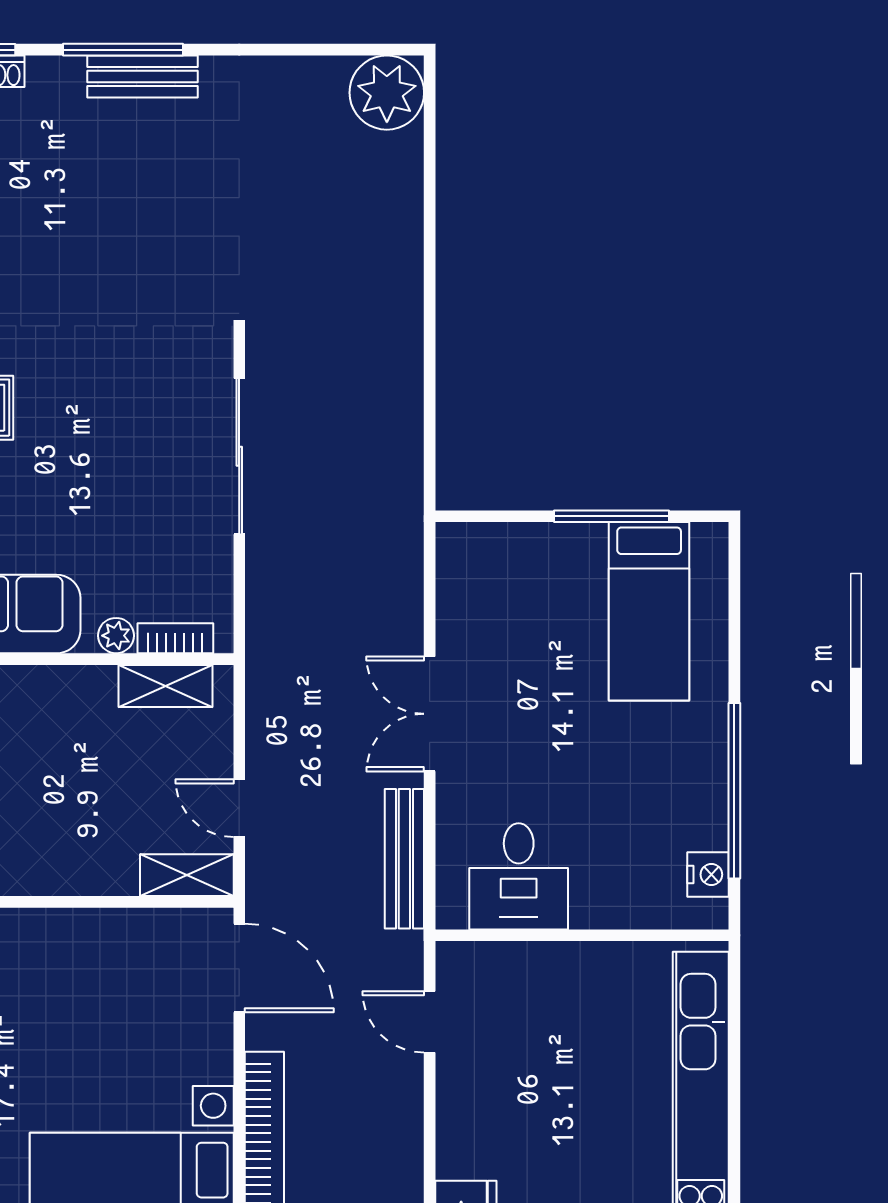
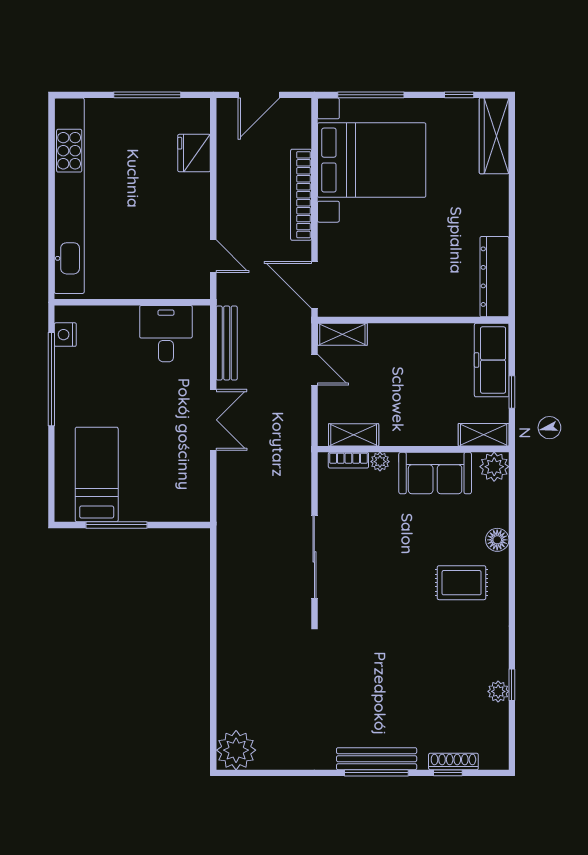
bench: (142, 76) -> (377, 759), width x1.36

